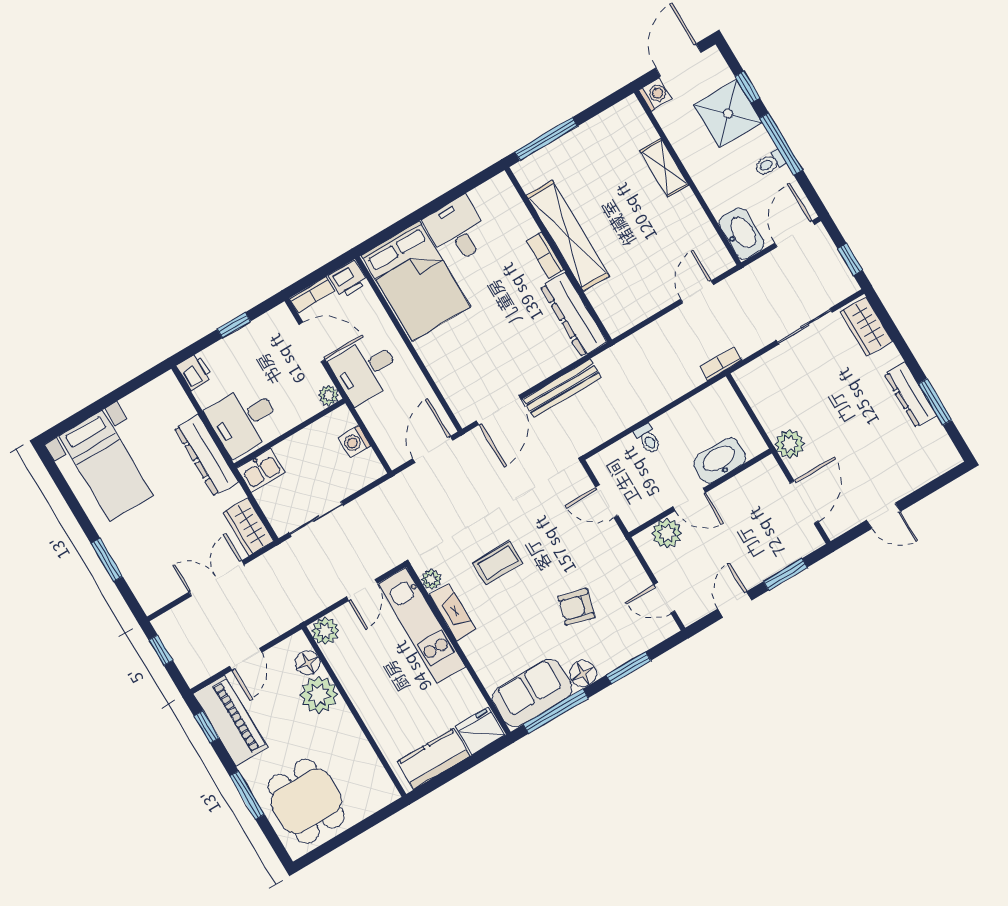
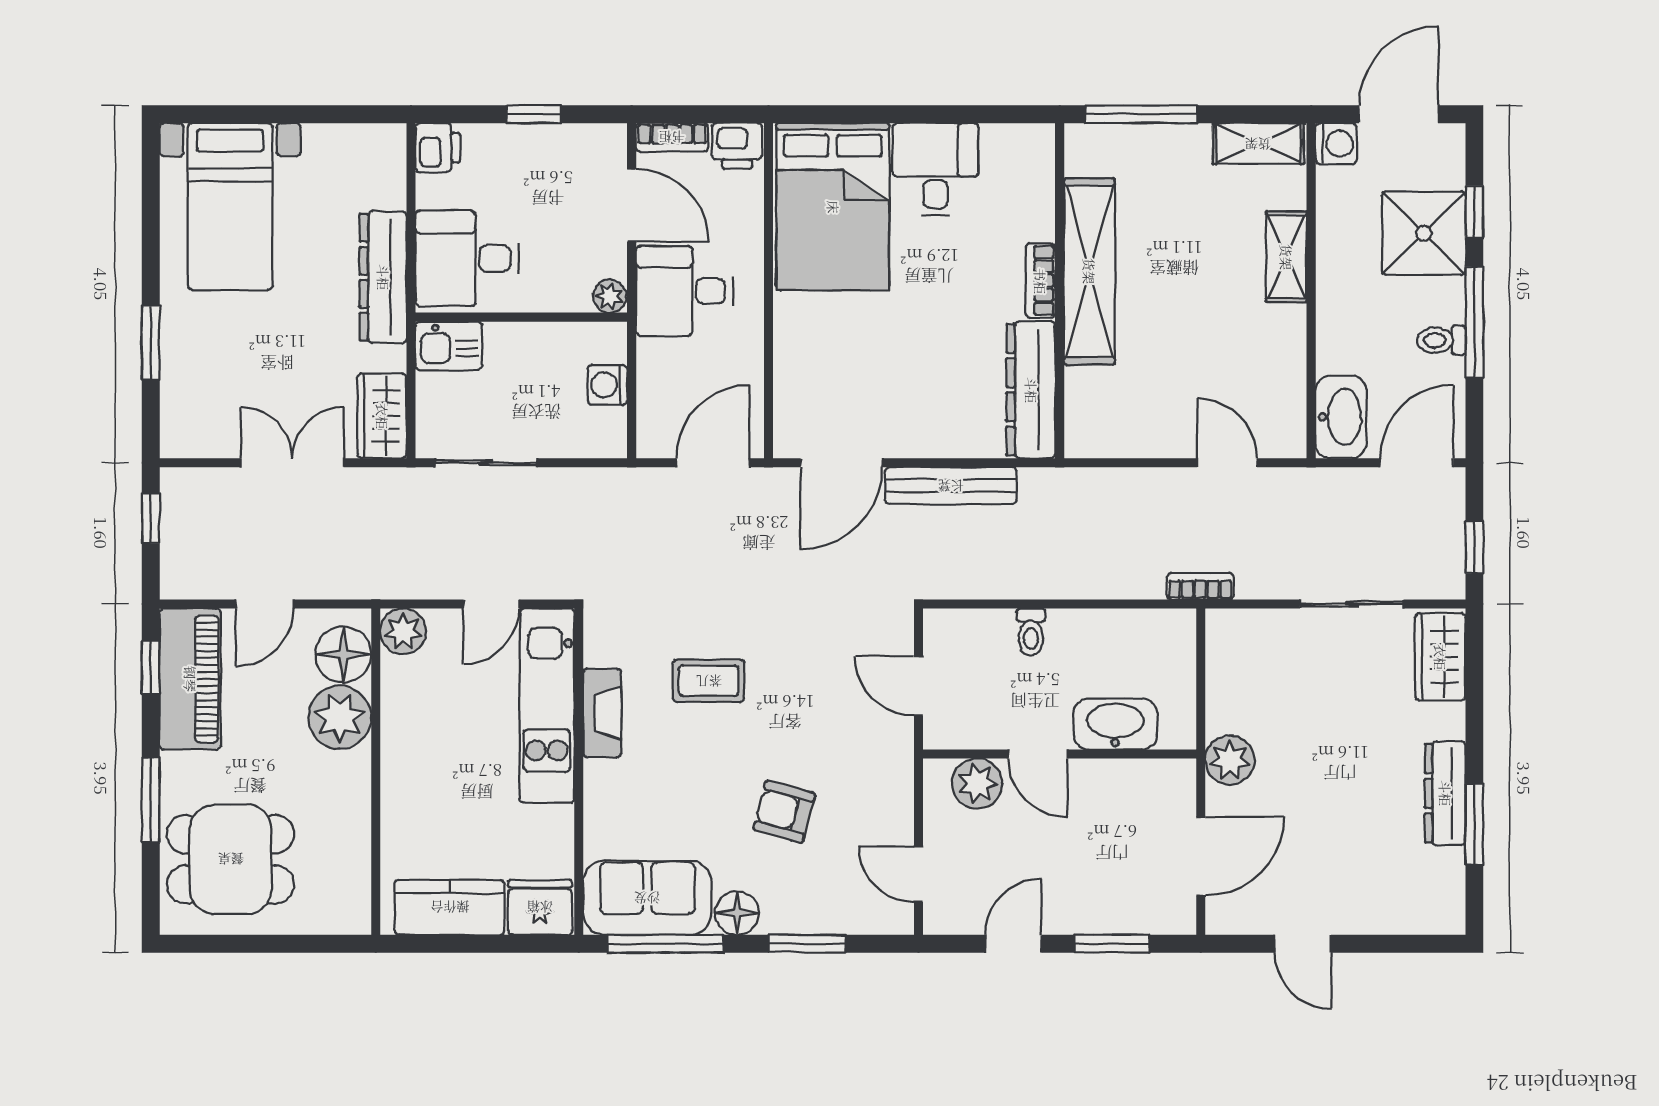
shelving: (615, 118) -> (1258, 144), added
door: (697, 292) -> (1227, 463), hinge flipped
plant: (431, 579) -> (600, 648), removed
floor lamp: (308, 663) -> (343, 654), width x1.38, depth x1.38
dining table: (306, 801) -> (231, 859), turned 90

